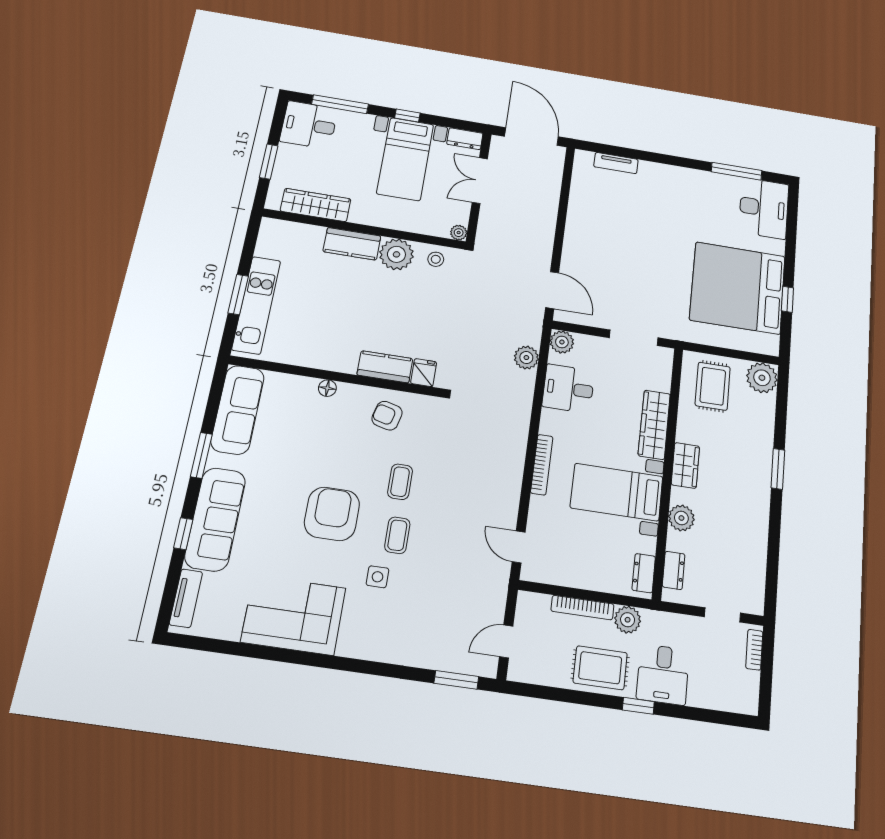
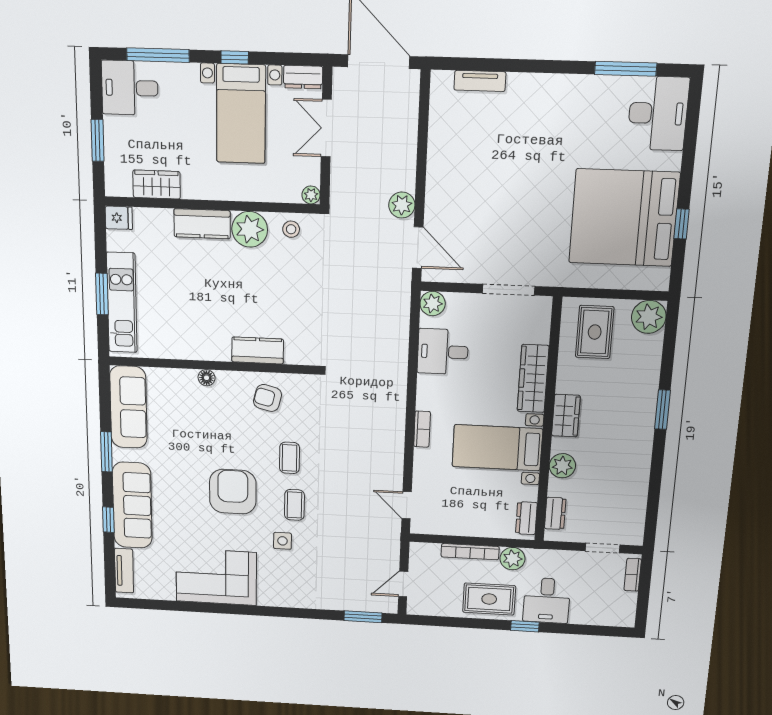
wardrobe: (316, 205) -> (157, 184), width x0.67
plant: (526, 358) -> (402, 205), moved
fridge: (424, 373) -> (119, 218), moved, turned 90
bookcase: (542, 465) -> (422, 429), width x0.64

